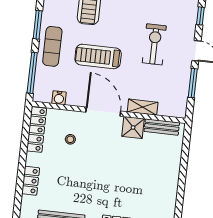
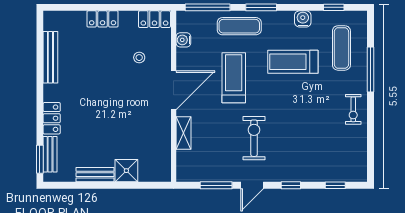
exercise bike: (154, 44) -> (254, 138), turned -90
shower: (133, 127) -> (126, 171), moved
bench: (162, 127) -> (95, 175), moved, turned 90
locker: (37, 130) -> (154, 19), width x0.66
locker: (31, 181) -> (103, 19), moved

